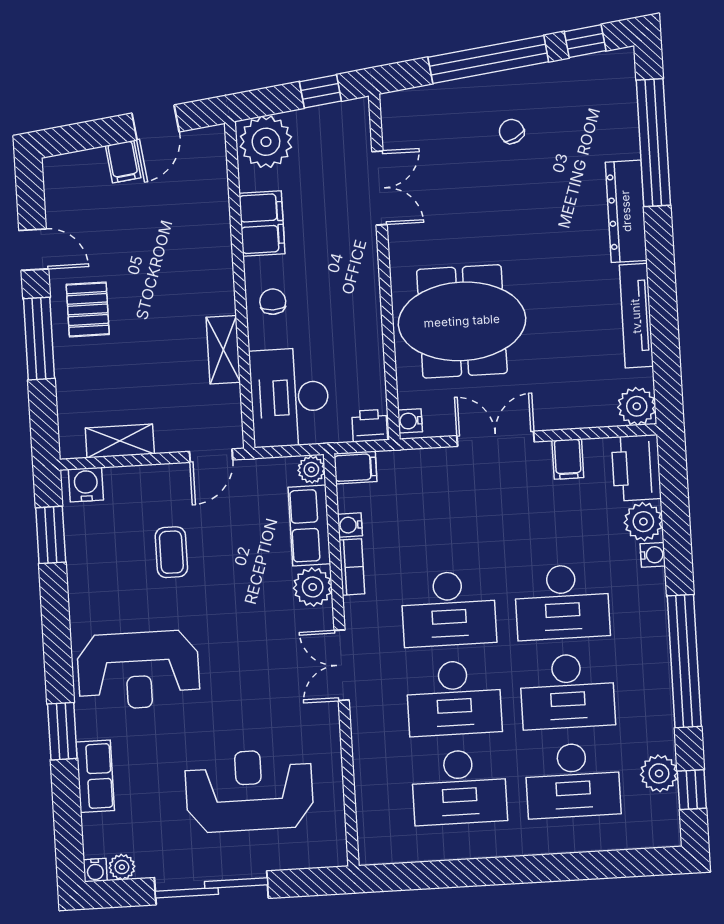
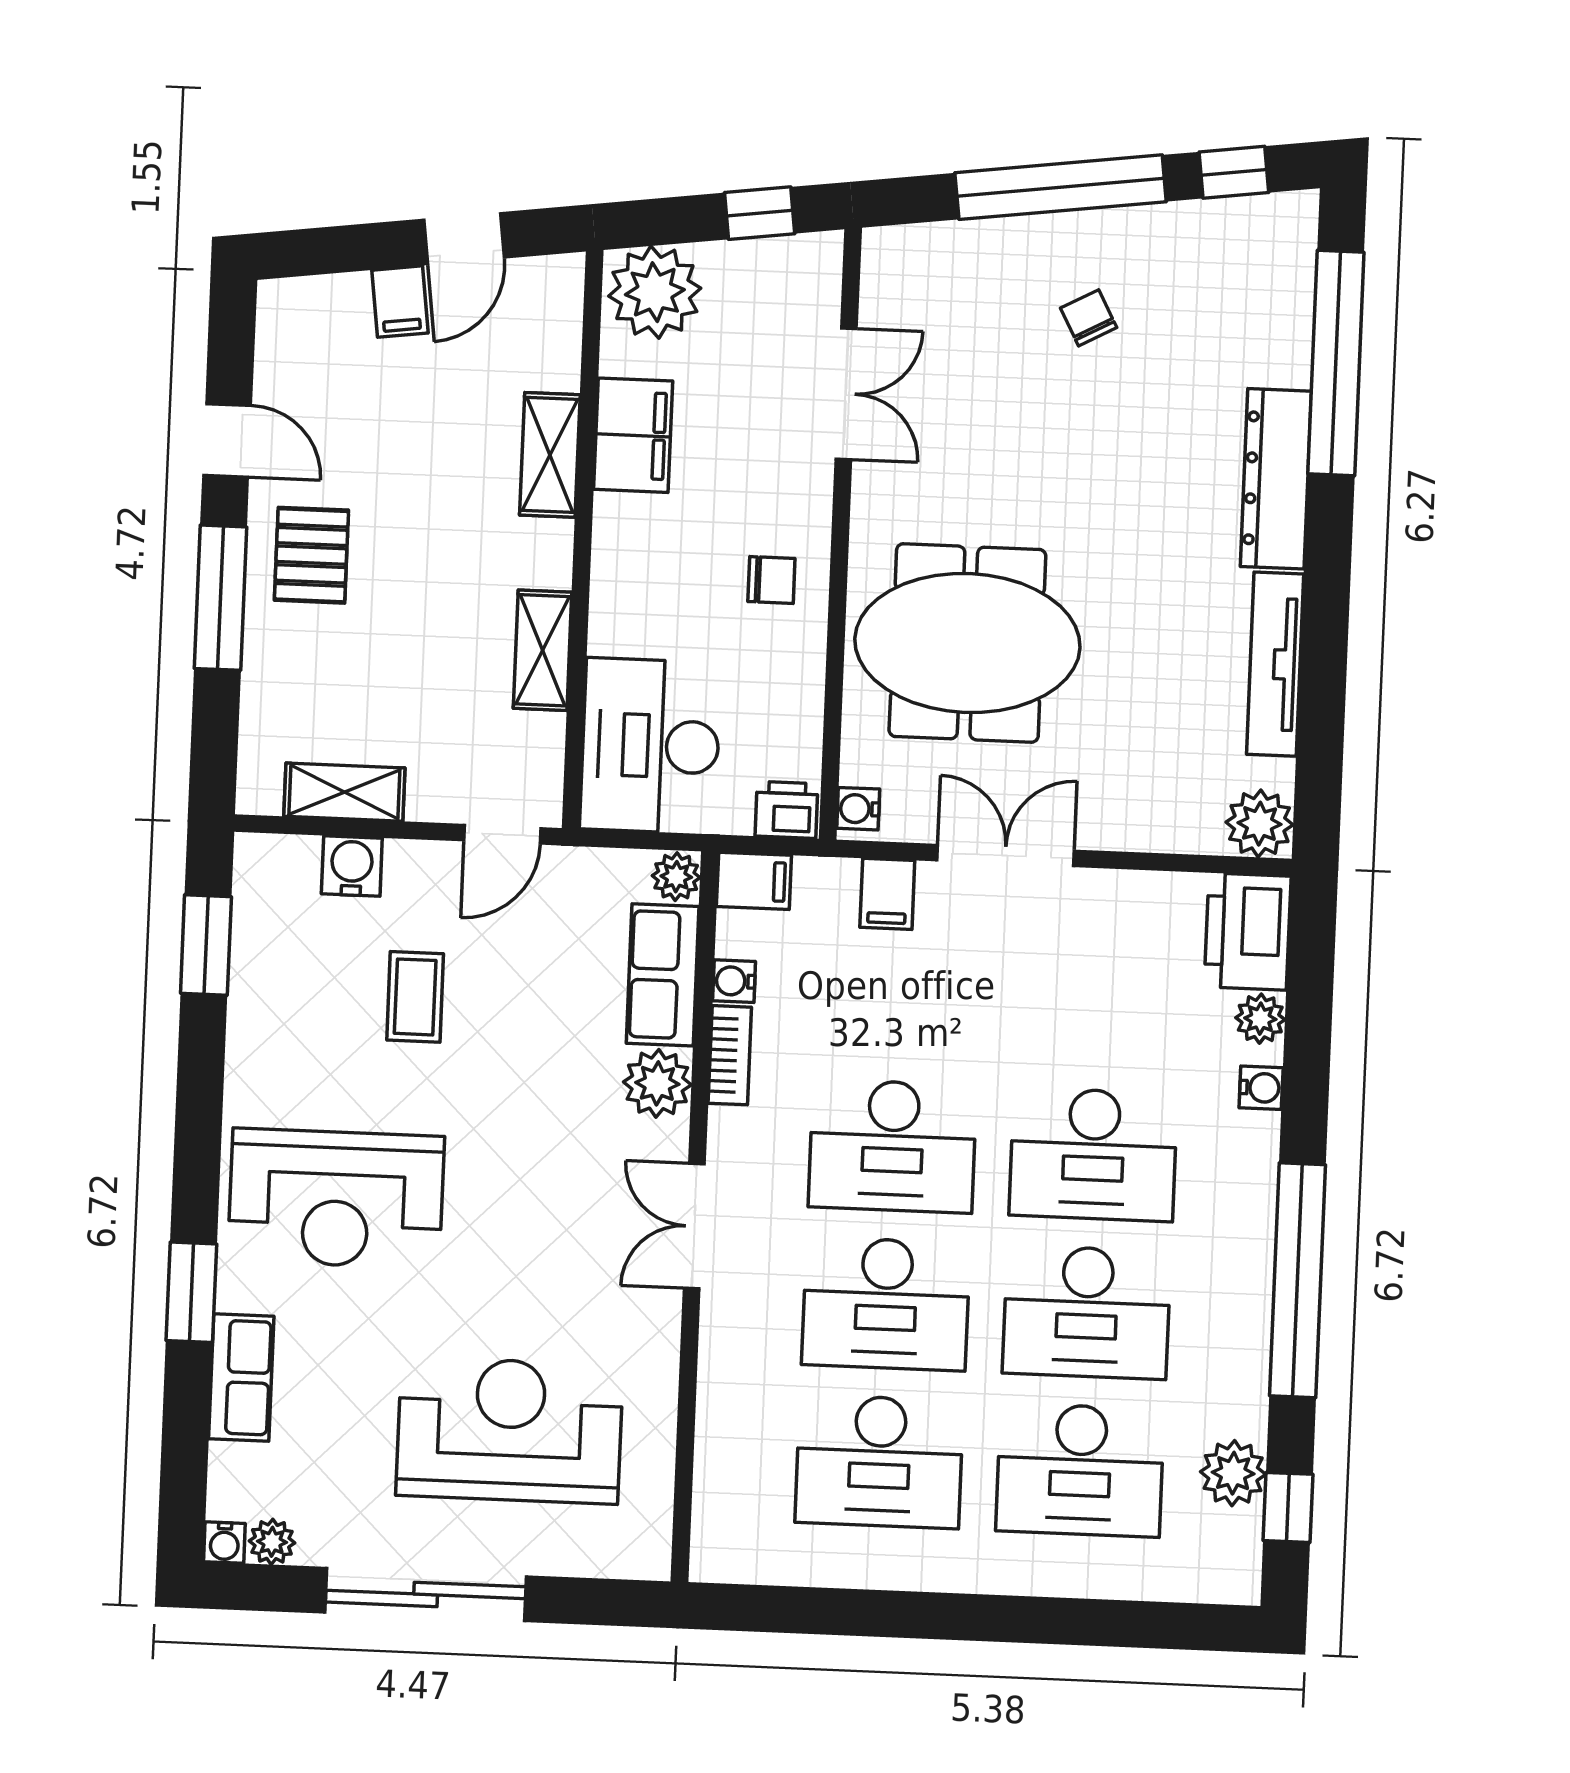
shelving: (216, 239) -> (550, 455), added
chair: (273, 302) -> (771, 580), moved, turned 90
filing cabinet: (568, 459) -> (887, 894), moved
water cooler: (86, 485) -> (352, 866), moved
plant: (643, 522) -> (1260, 1019), width x0.73, depth x0.73

